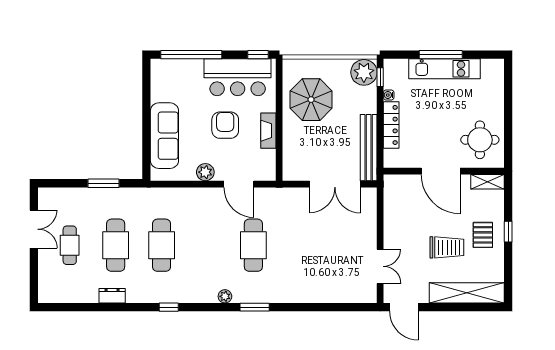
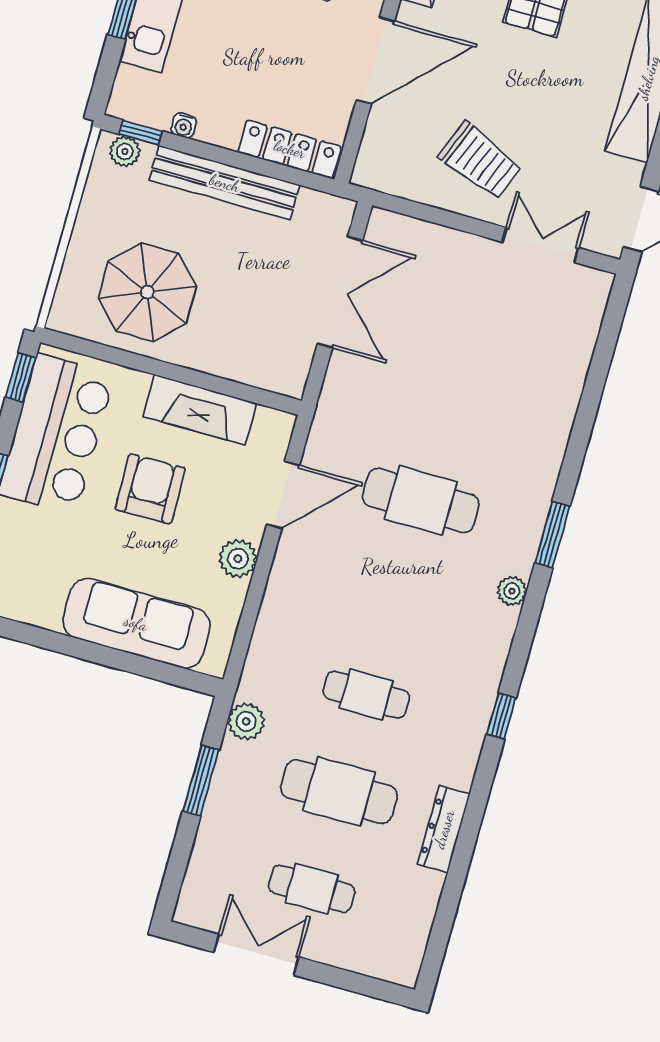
plant: (364, 72) -> (125, 151), width x0.53, depth x0.53
armchair: (225, 125) -> (150, 489), turned 89
locker: (391, 125) -> (290, 149), moved
fireplace: (268, 131) -> (200, 410), width x1.37, depth x1.32
bench: (369, 148) -> (225, 183), moved
plant: (135, 196) -> (246, 721), added
cafe table: (162, 245) -> (366, 695), width x0.73, depth x0.74
trolley: (447, 247) -> (480, 161), moved, turned 112
dresser: (112, 296) -> (444, 829), width x1.44

